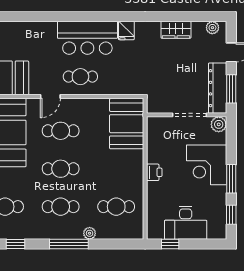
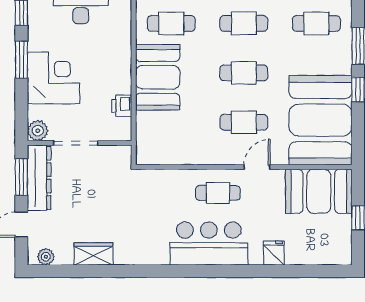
fridge: (126, 31) -> (274, 253), moved
booth: (127, 124) -> (158, 77), moved
printer: (154, 172) -> (122, 106), moved

